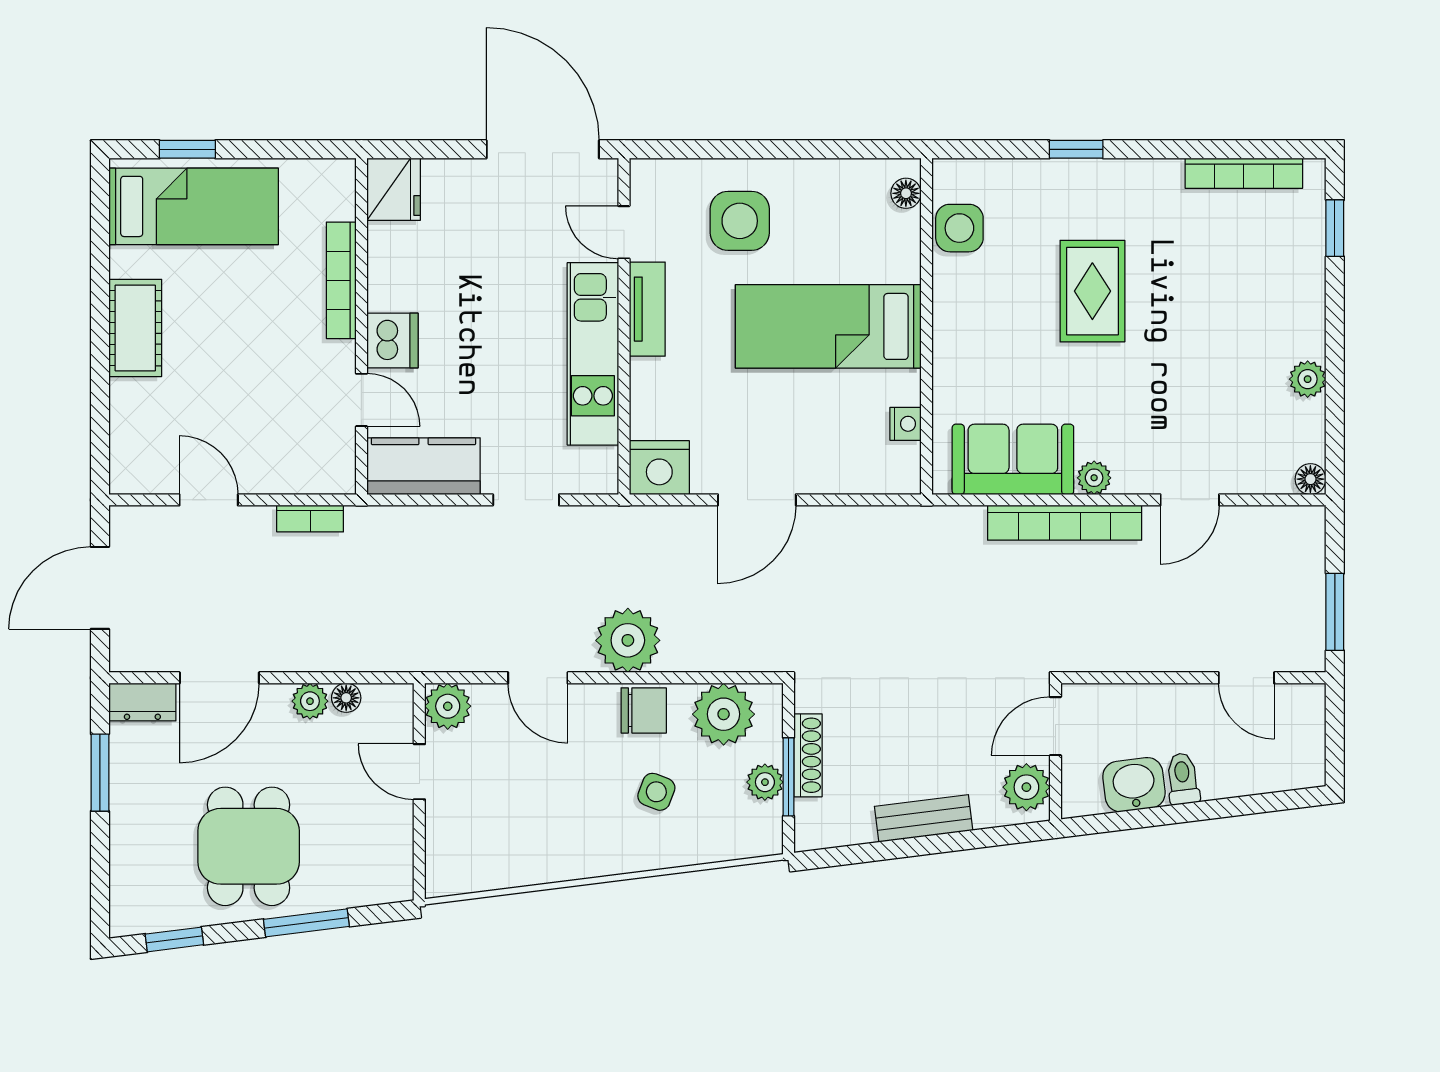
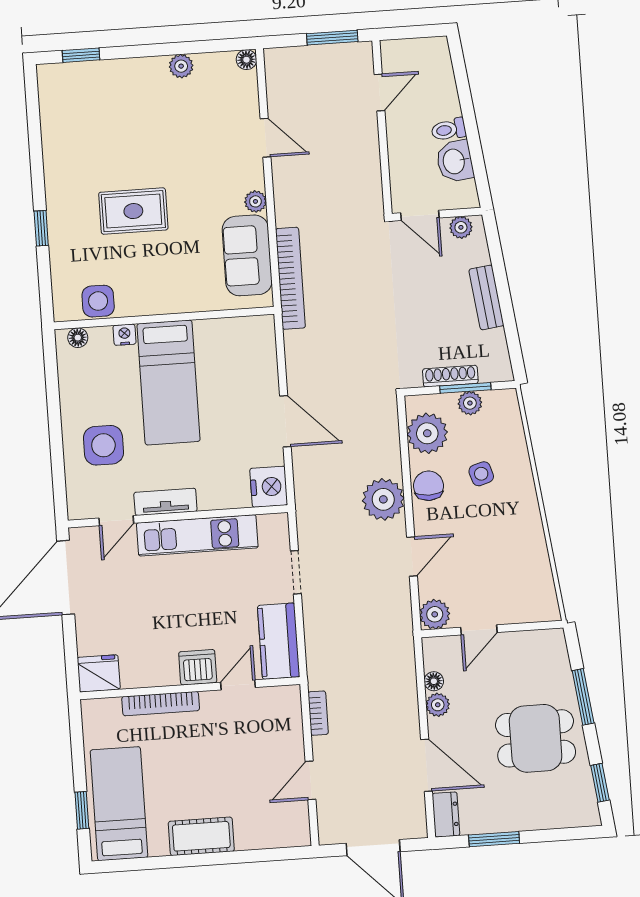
bookcase: (1244, 173) -> (49, 117), removed
nightstand: (906, 424) -> (125, 335), moved
bookcase: (1065, 523) -> (290, 278), moved
plant: (1026, 787) -> (461, 227), width x0.73, depth x0.73
side table: (656, 792) -> (481, 474), turned -38

